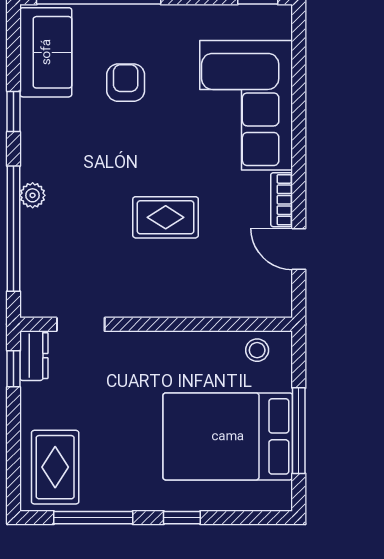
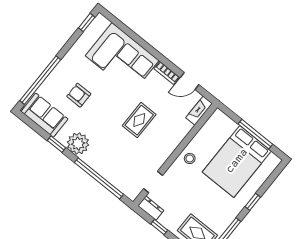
plant: (33, 195) -> (78, 144), moved, width x1.87, depth x1.87
fireplace: (262, 305) -> (199, 111), added
stool: (257, 350) -> (190, 158), moved
window: (14, 369) -> (159, 227), moved

